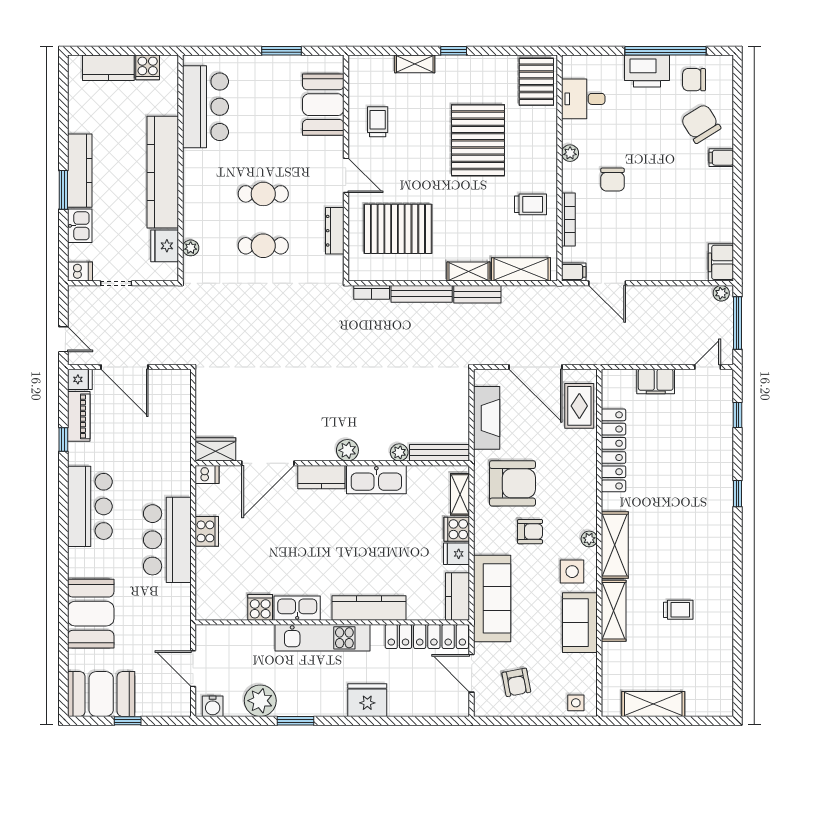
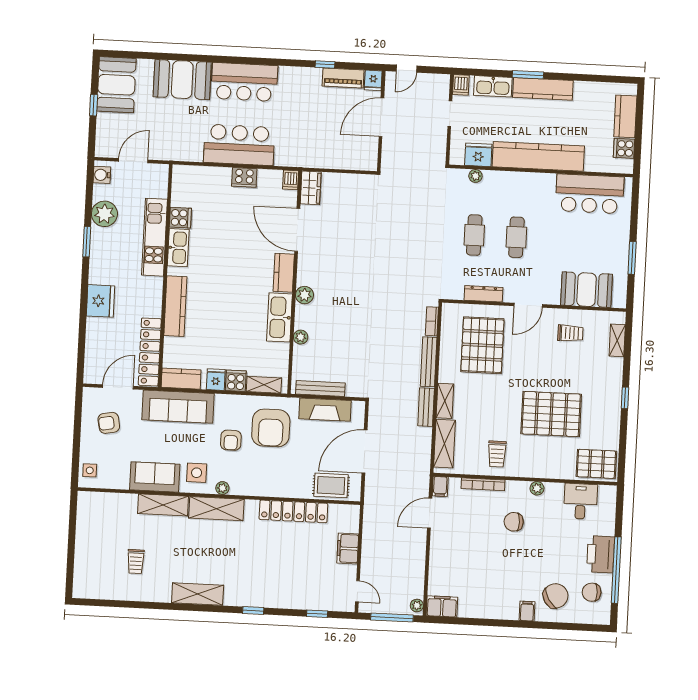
shelving: (415, 64) -> (617, 340), moved
chair: (694, 80) -> (592, 592), turned -90
kitchen sink: (80, 226) -> (493, 86), width x1.38
bench: (440, 453) -> (320, 389), moved, turned 90
bar counter: (90, 506) -> (244, 82), moved
trolley: (678, 610) -> (136, 561), moved
kitchen unit: (323, 638) -> (155, 237), moved
shelving: (653, 704) -> (198, 594), moved, turned 90

